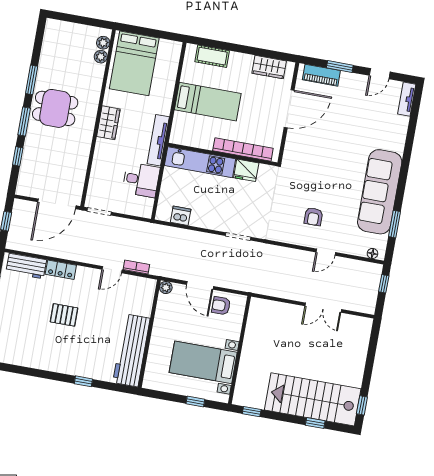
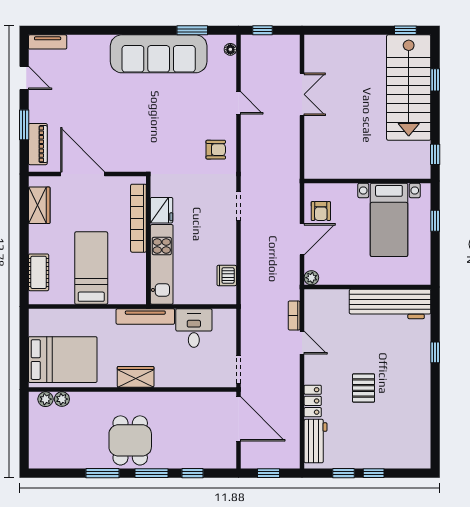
armchair: (313, 217) -> (216, 150), moved

